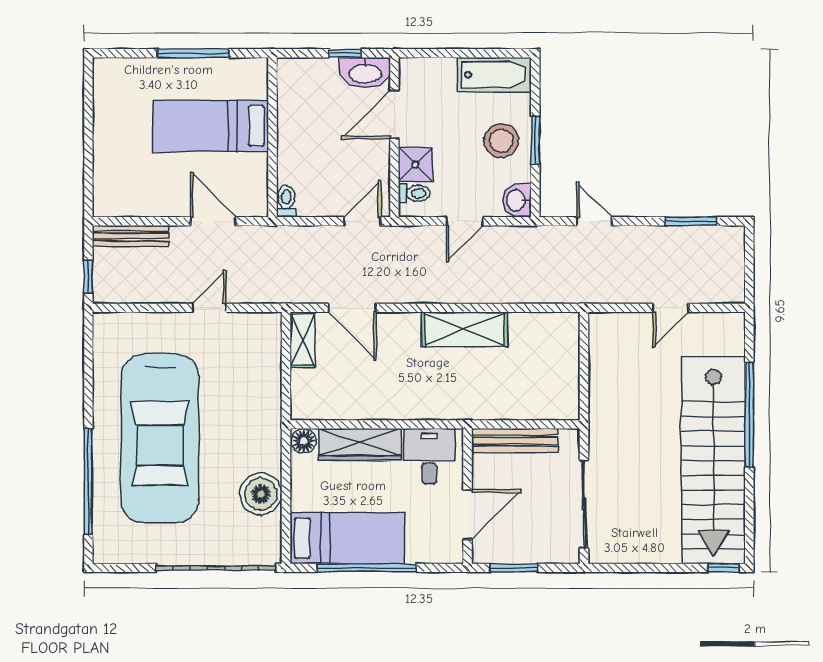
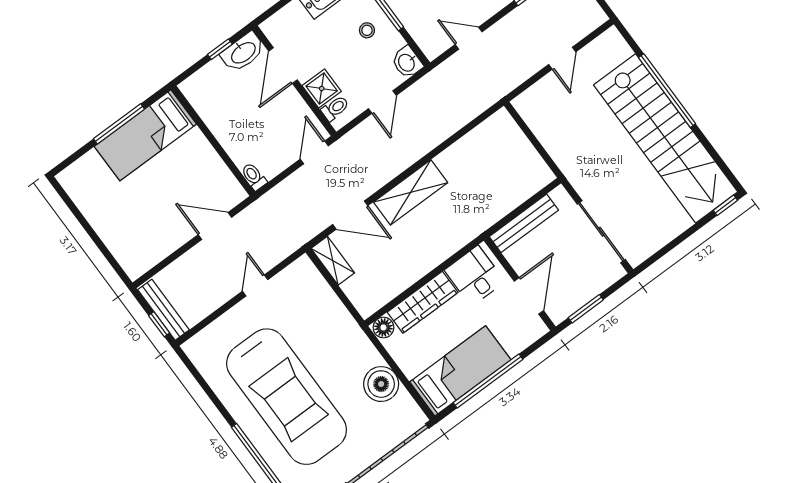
bed: (211, 126) -> (145, 135), moved
stool: (501, 141) -> (367, 30), width x0.53, depth x0.53
bench: (130, 236) -> (164, 310), moved, turned 90
shelving: (464, 329) -> (411, 192), moved

